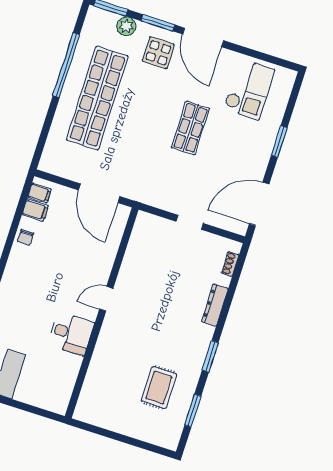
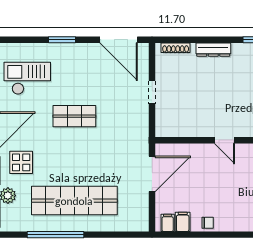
shoe rack: (230, 264) -> (176, 48), width x1.43
door: (106, 299) -> (225, 140), moved

